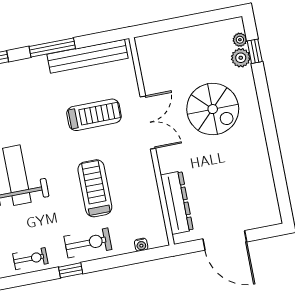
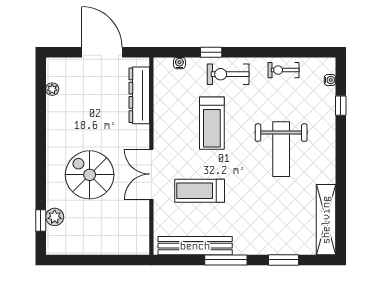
plant: (240, 40) -> (52, 89), moved
window: (71, 270) -> (211, 52), moved

